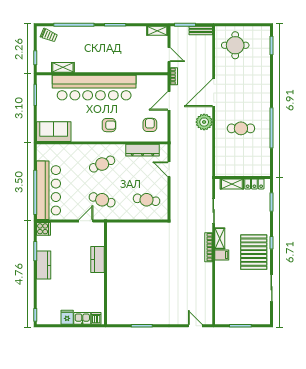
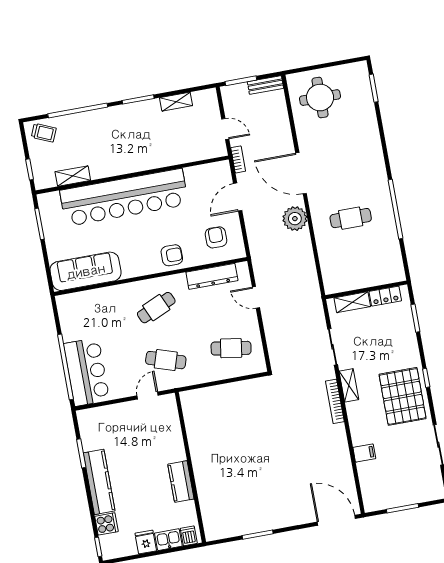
shelving: (157, 31) -> (176, 102), moved
door: (214, 93) -> (301, 173), hinge flipped
armchair: (109, 125) -> (172, 255), moved
sofa: (54, 132) -> (86, 271), width x1.36
bar counter: (48, 190) -> (87, 372), width x0.73
cooker: (43, 229) -> (106, 524), moved
filing cabinet: (222, 255) -> (364, 453), moved
kitchen counter: (98, 260) -> (181, 482), moved
kitchen counter: (44, 265) -> (99, 482), width x1.50
door: (195, 326) -> (336, 520), width x1.88

